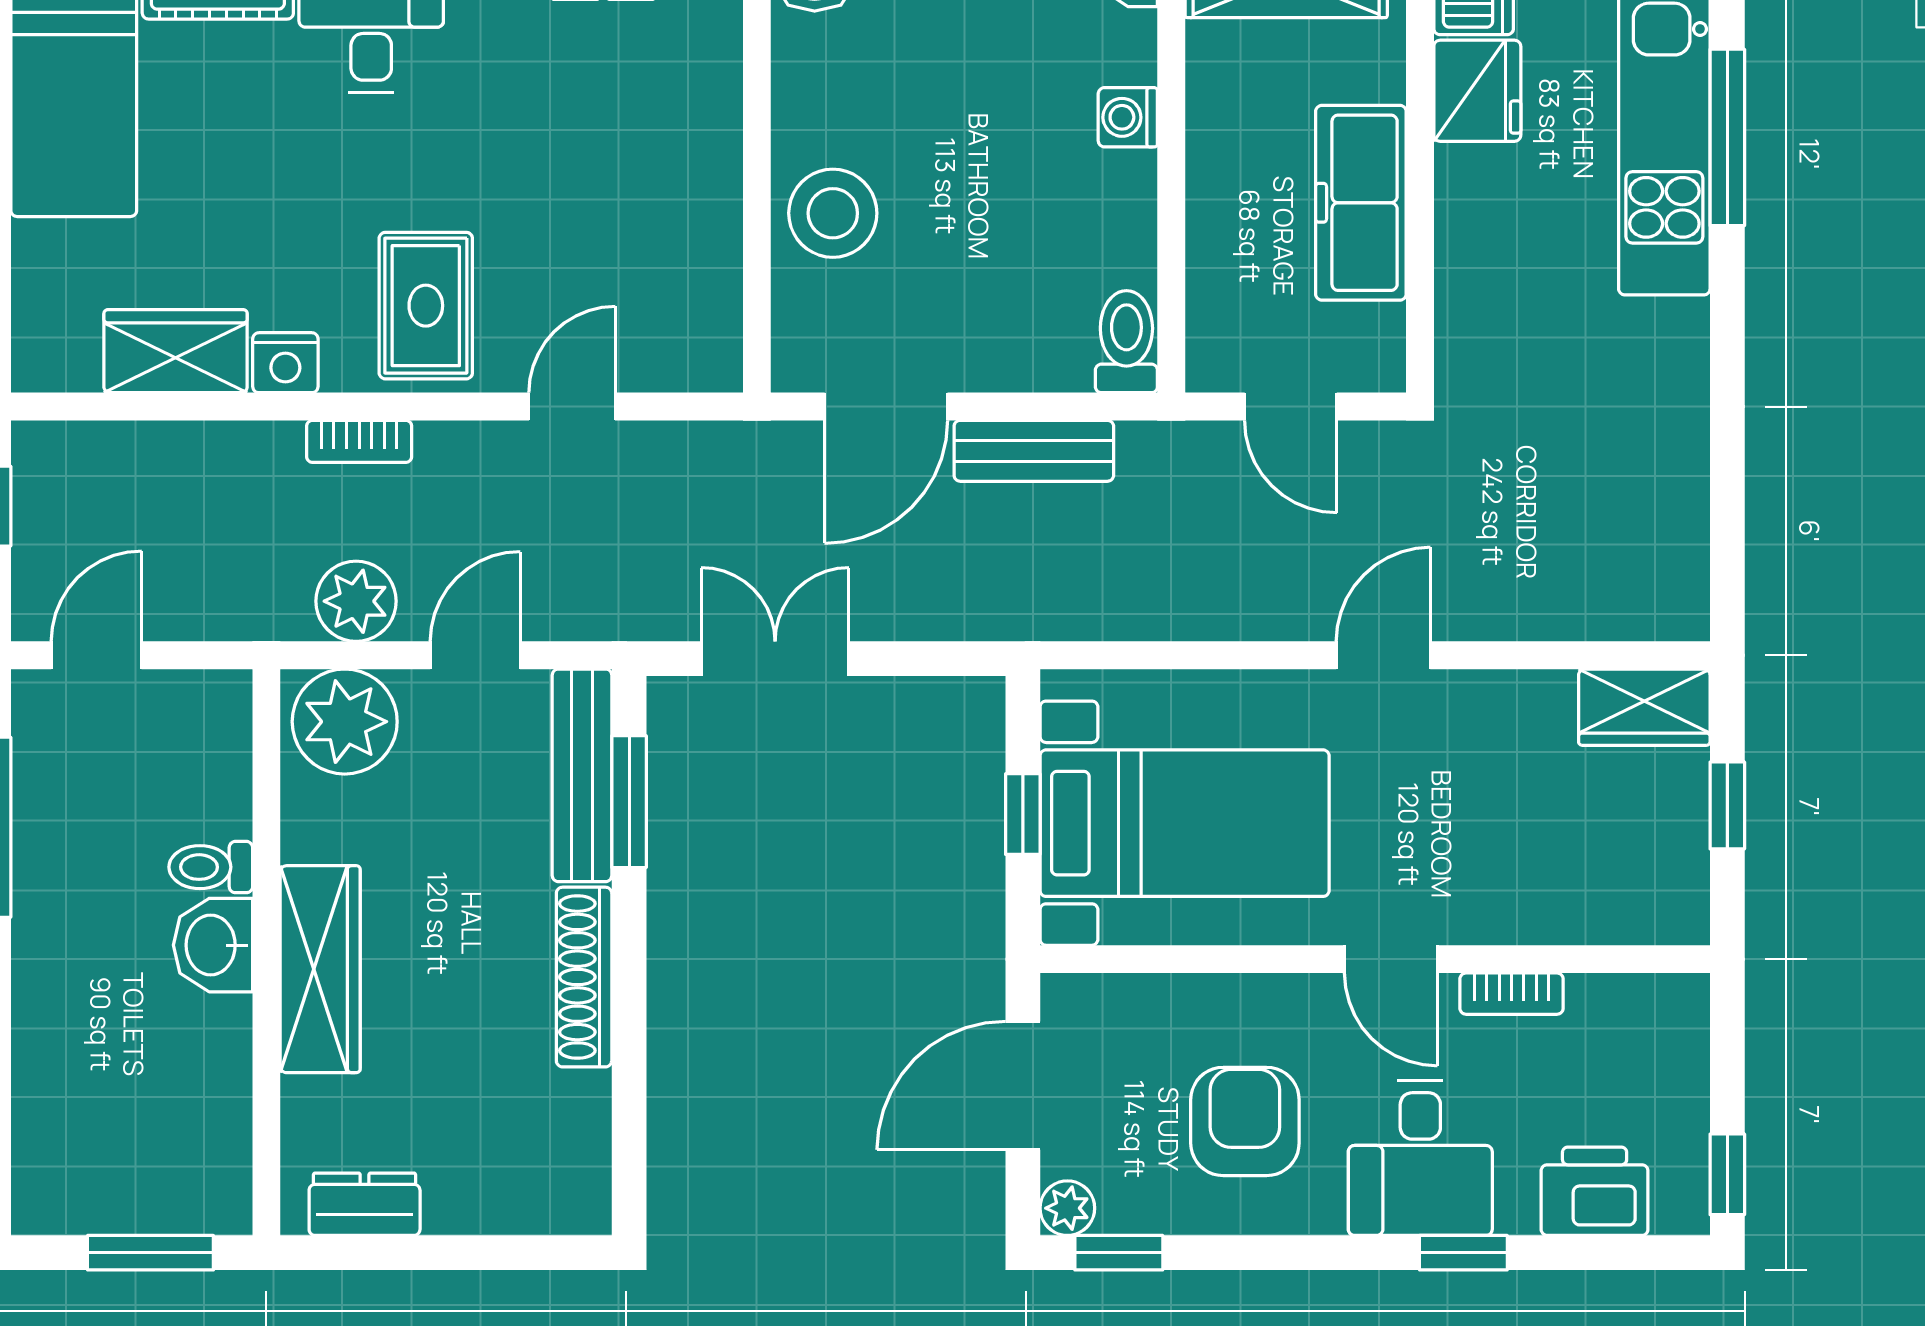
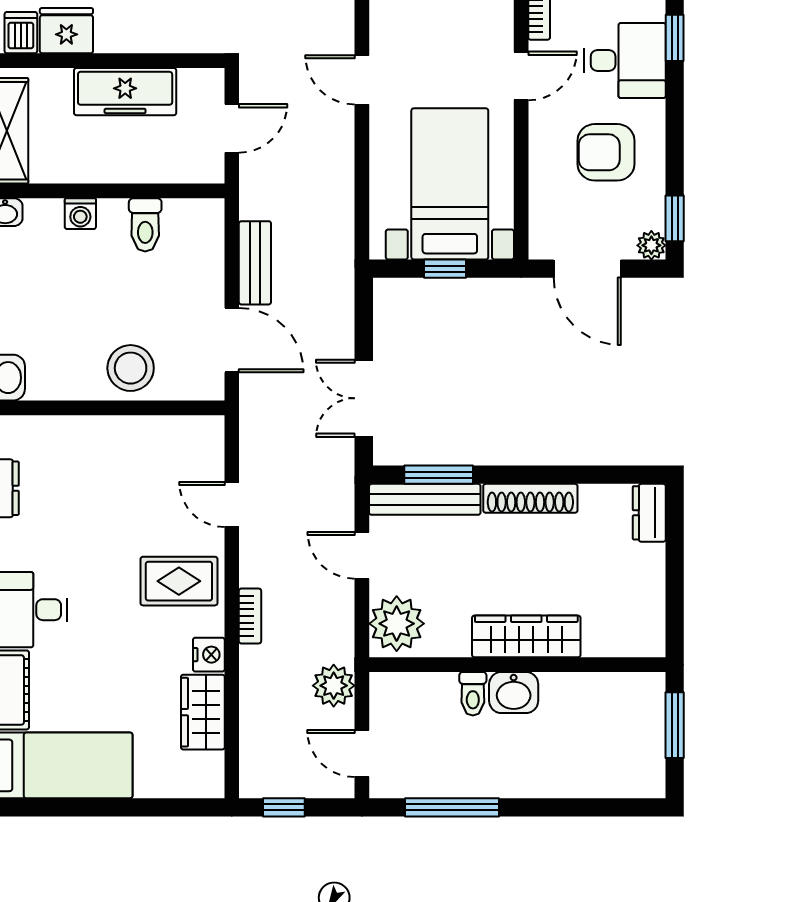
toilet: (1126, 342) -> (145, 225), moved, turned -90
plant: (356, 601) -> (334, 686), moved
dresser: (365, 1204) -> (649, 513), moved

